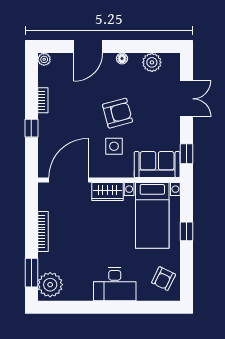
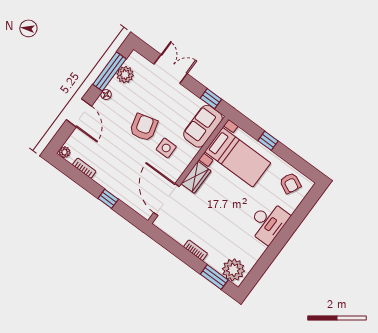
window: (144, 47) -> (109, 72), added
bookcase: (43, 100) -> (84, 168), moved
bookcase: (43, 231) -> (196, 250), width x0.64

